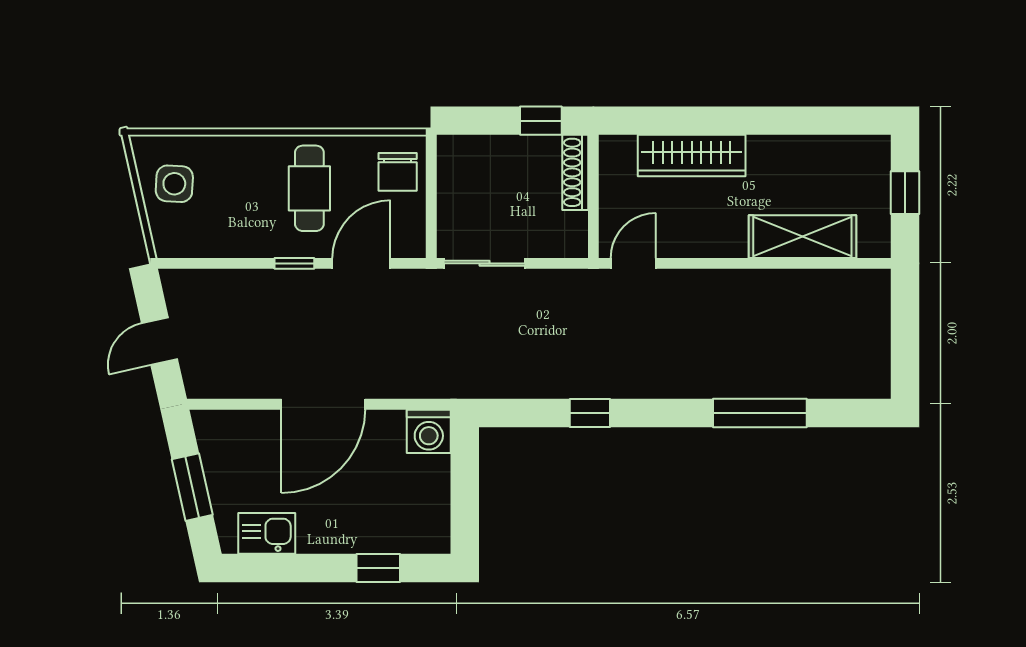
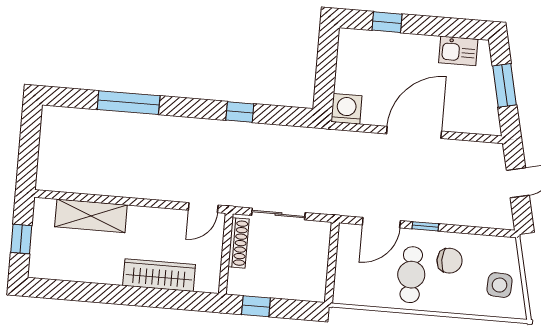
chair: (398, 172) -> (450, 261), moved, turned 90
shoe rack: (575, 172) -> (239, 243), moved
sliding door: (484, 263) -> (278, 214), moved

